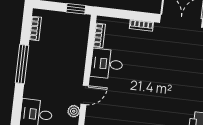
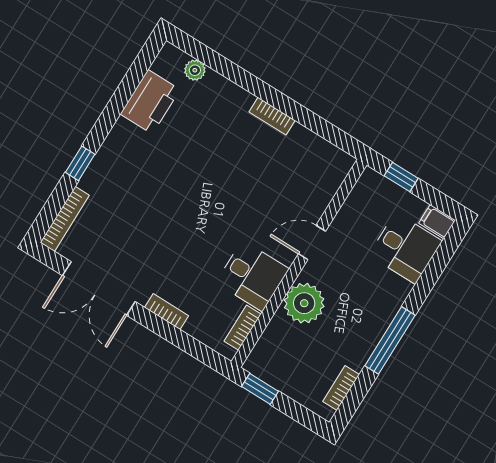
plant: (74, 111) -> (304, 303), moved, width x1.87, depth x1.87

